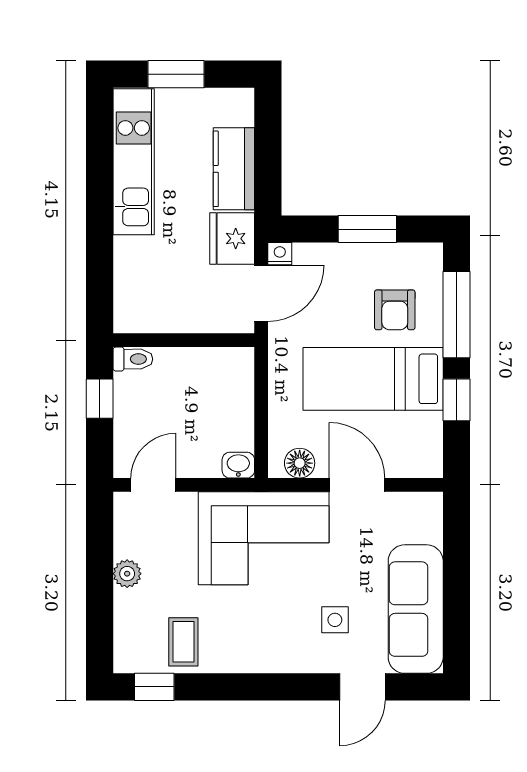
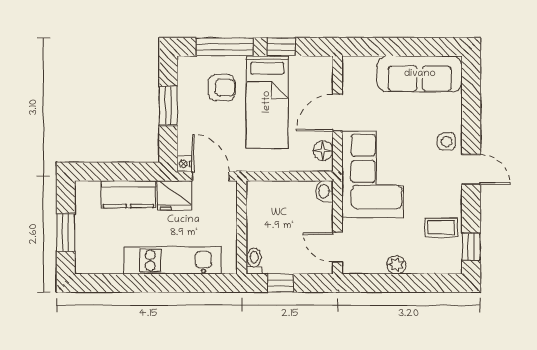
kitchen unit: (134, 162) -> (172, 260), moved
side table: (335, 620) -> (447, 141), moved
door: (362, 687) -> (471, 169), moved

